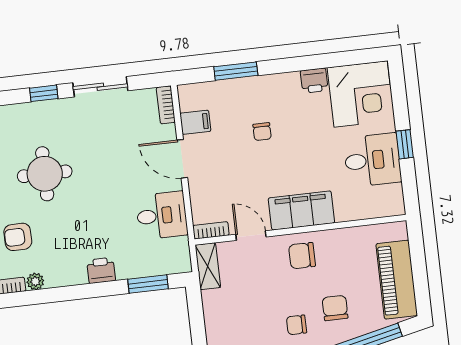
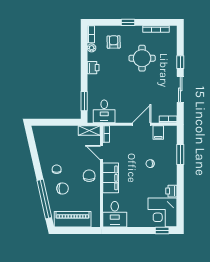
window: (405, 144) -> (162, 230), moved
desk: (372, 160) -> (115, 214), moved
desk: (162, 215) -> (104, 111), moved
door: (251, 236) -> (101, 153), swing flipped
printer: (101, 270) -> (93, 68), moved

